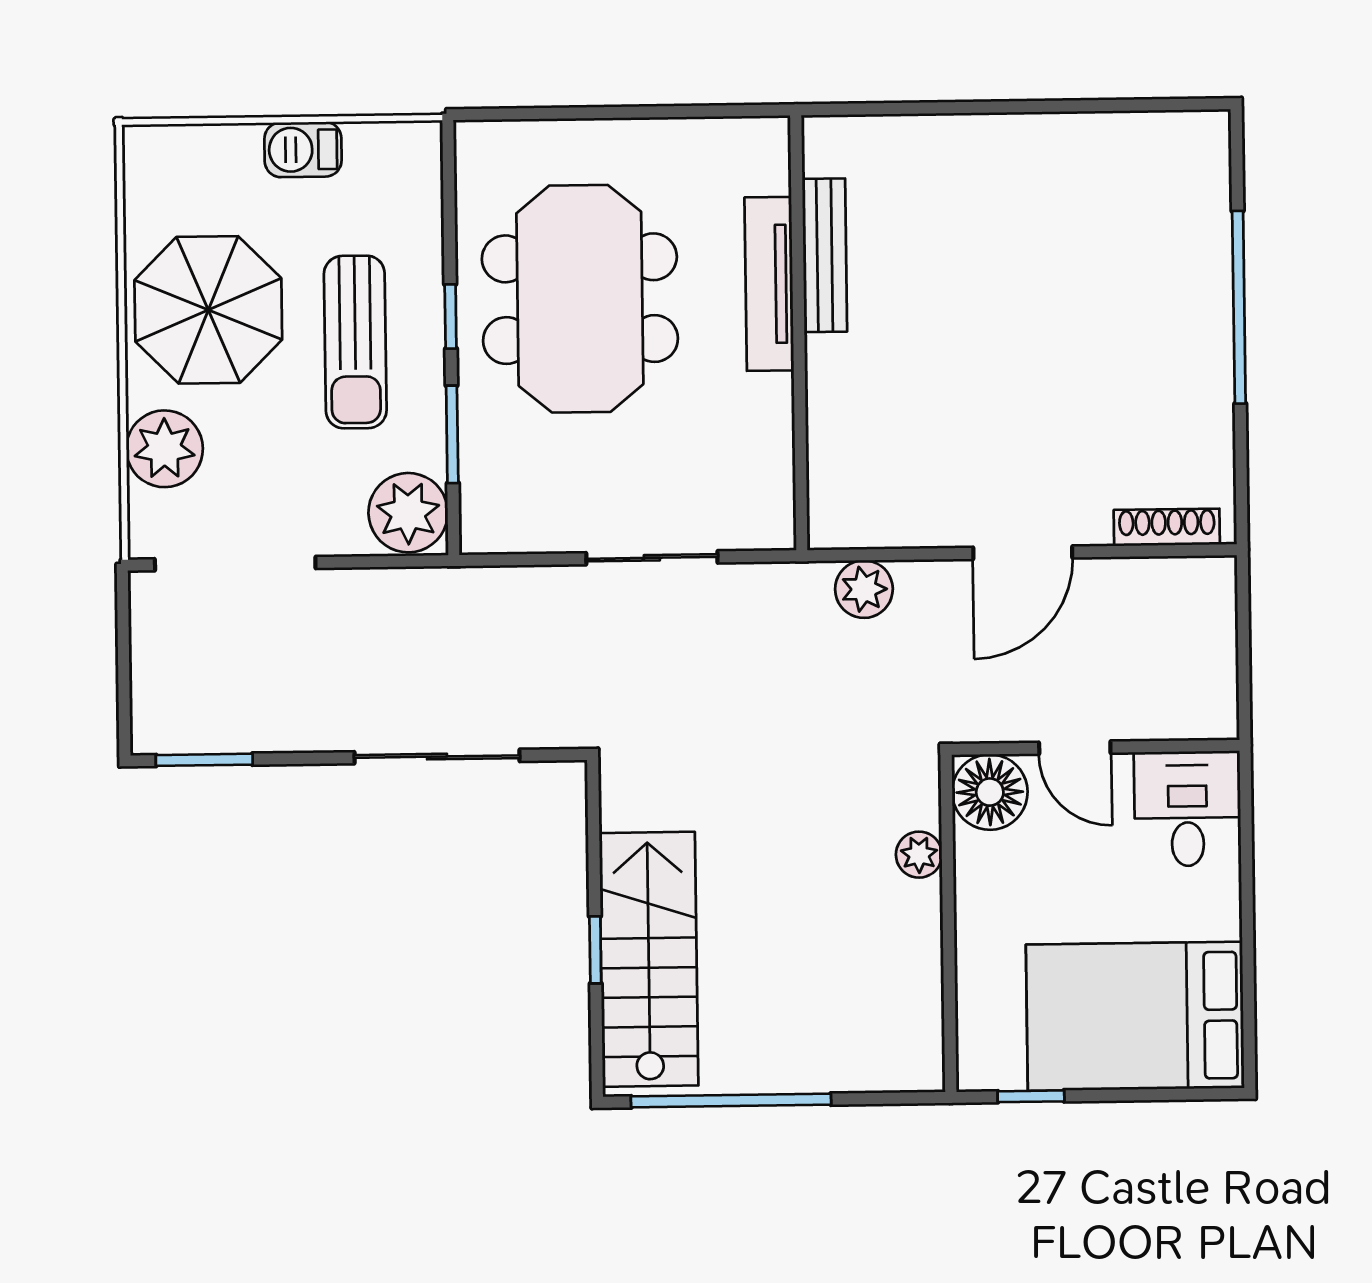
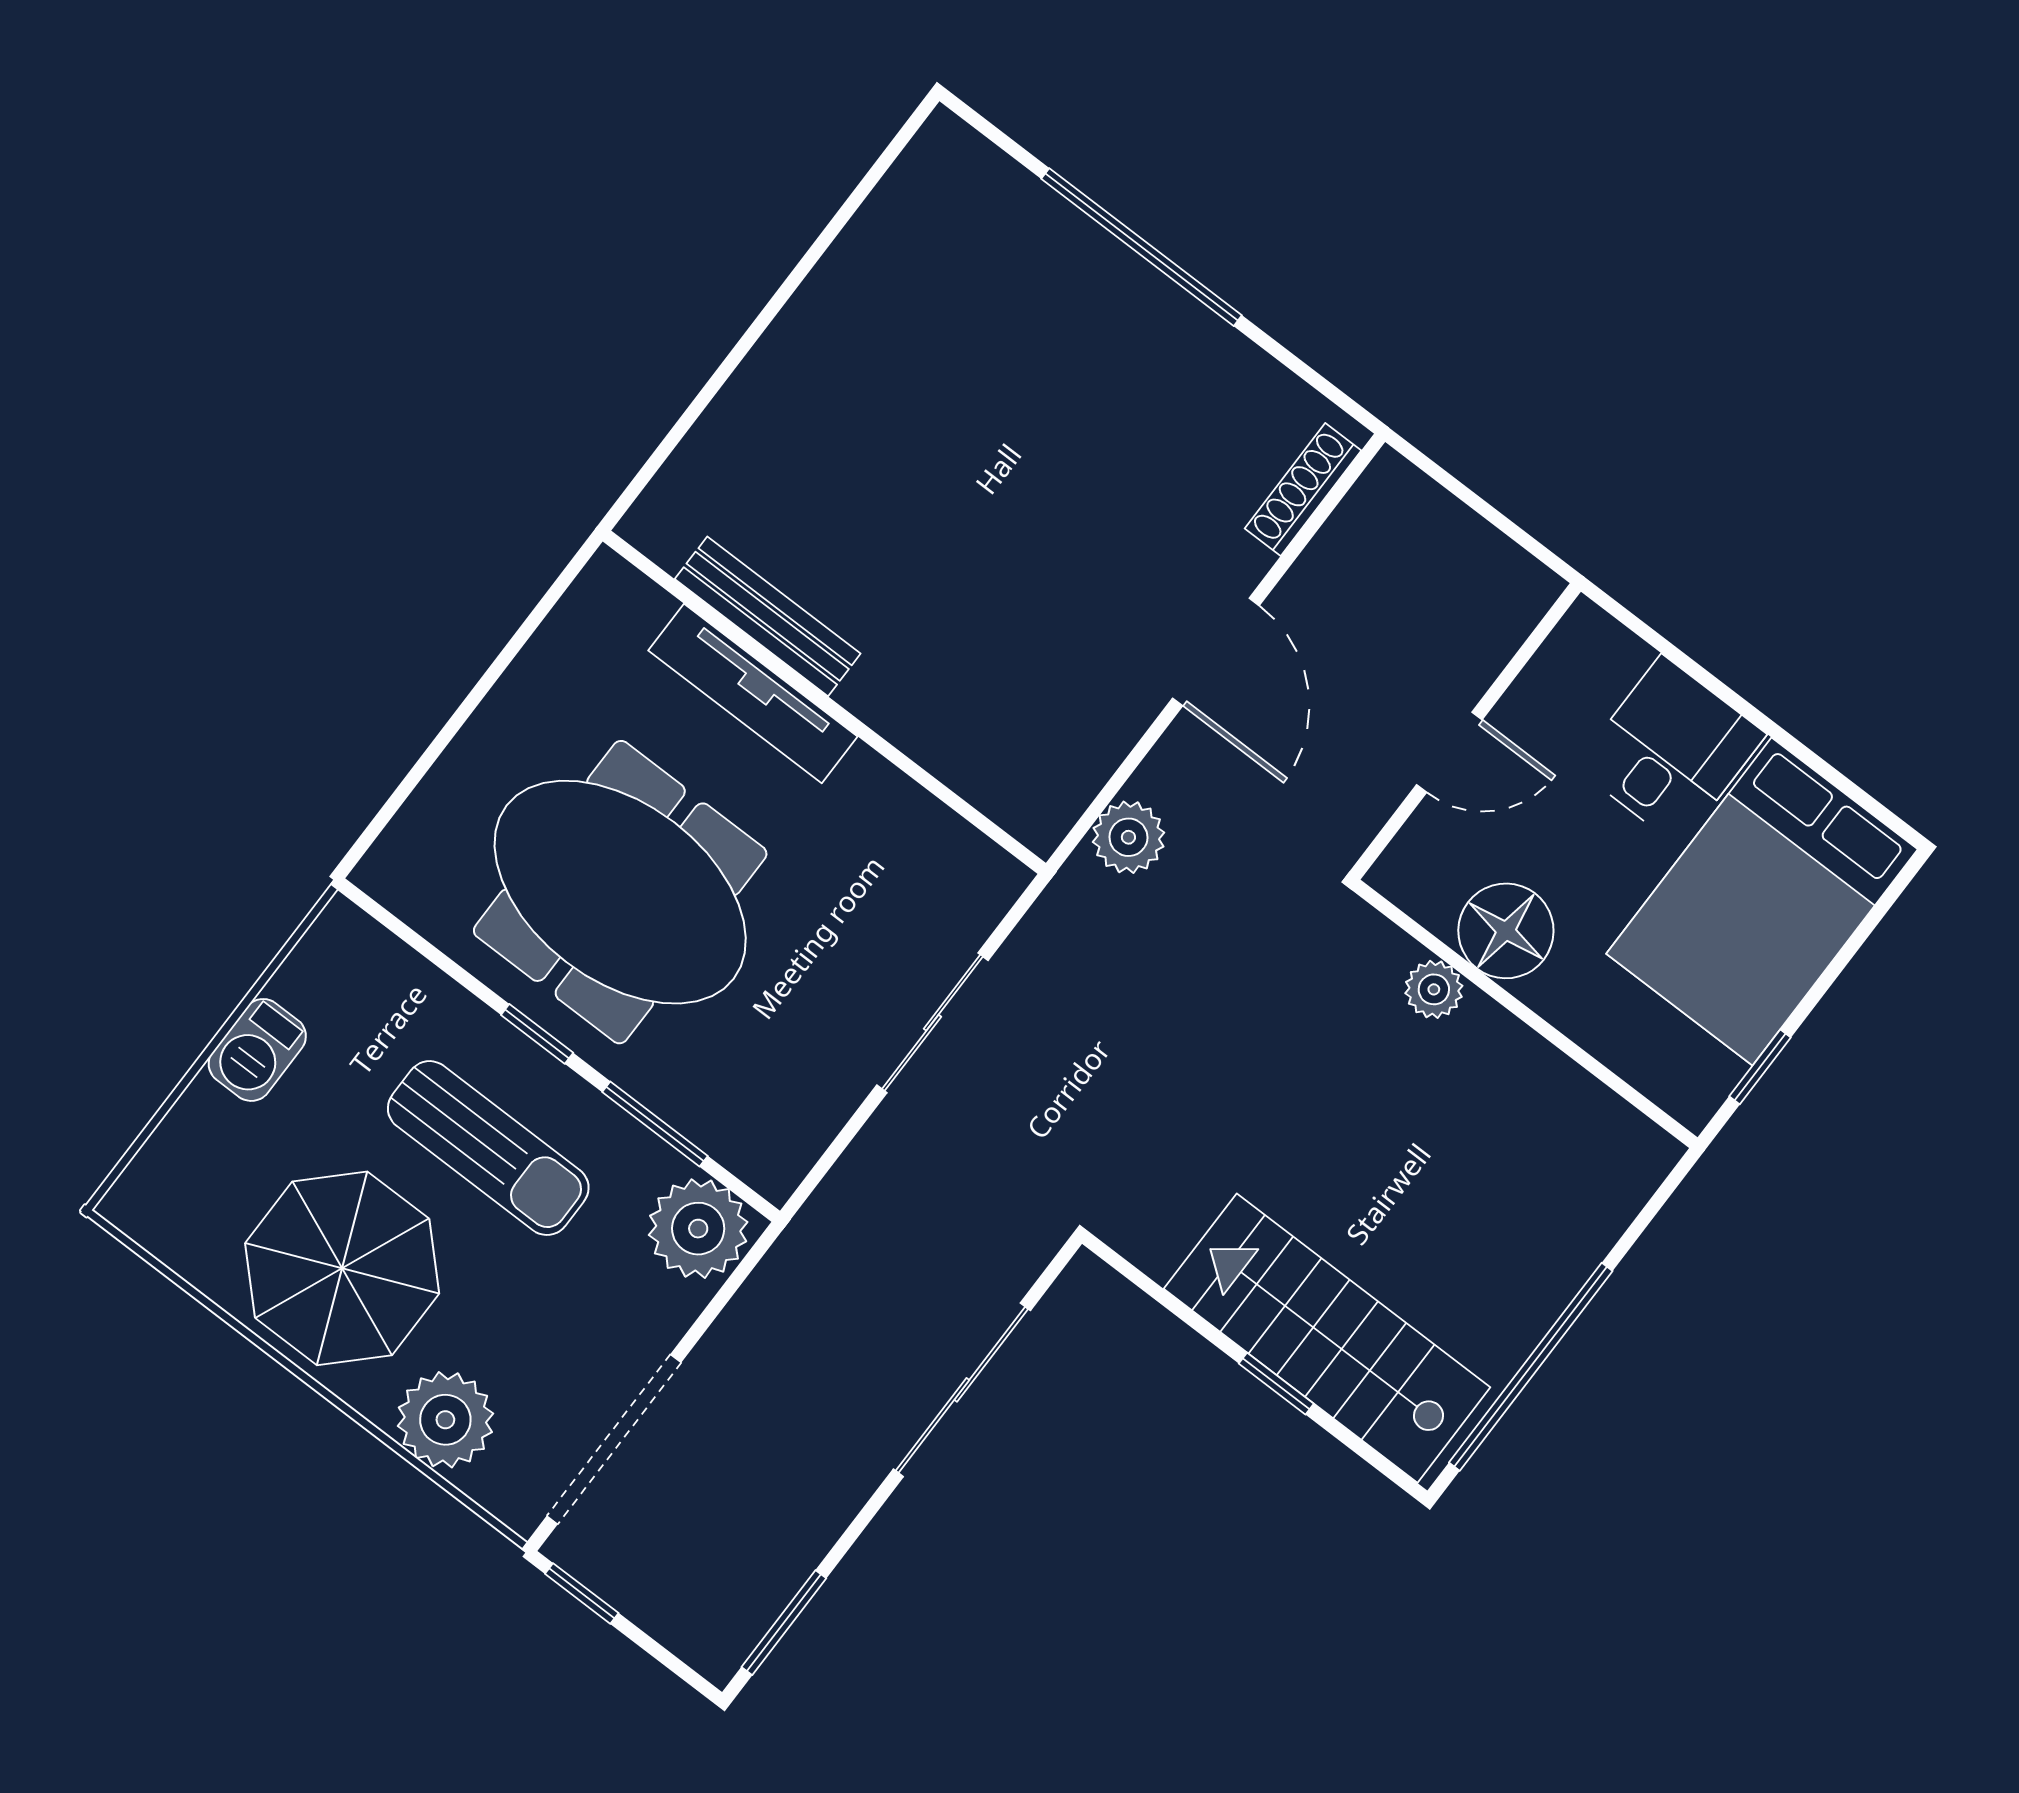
window: (123, 619) -> (582, 1593), added
floor lamp: (990, 792) -> (1506, 931), moved
desk: (1187, 809) -> (1671, 751), moved, turned 90

